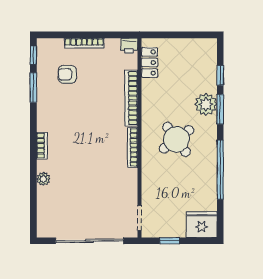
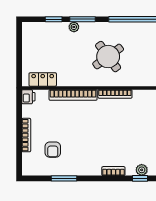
window: (33, 55) -> (140, 178), moved
plant: (206, 104) -> (74, 27), width x0.53, depth x0.53

